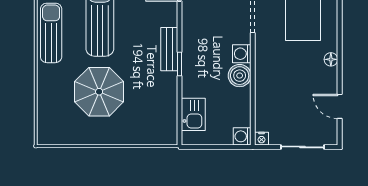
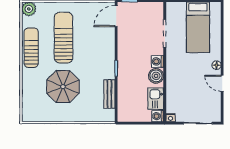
bench: (169, 49) -> (109, 94), moved
door: (340, 106) -> (222, 83), moved
kitchen sink: (193, 114) -> (156, 99), moved, turned 180

